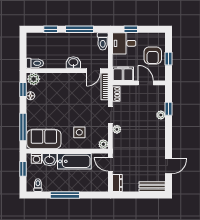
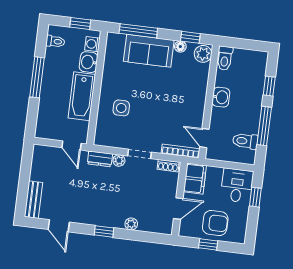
toilet: (103, 41) -> (245, 141), moved
armchair: (153, 55) -> (215, 223), turned 180
washbasin: (73, 63) -> (221, 97), moved
window: (169, 109) -> (104, 231), moved
sofa: (44, 139) -> (149, 51), moved, turned 90
plant: (103, 144) -> (101, 139), removed
door: (110, 164) -> (72, 145), swing flipped
dresser: (117, 183) -> (100, 159), moved

